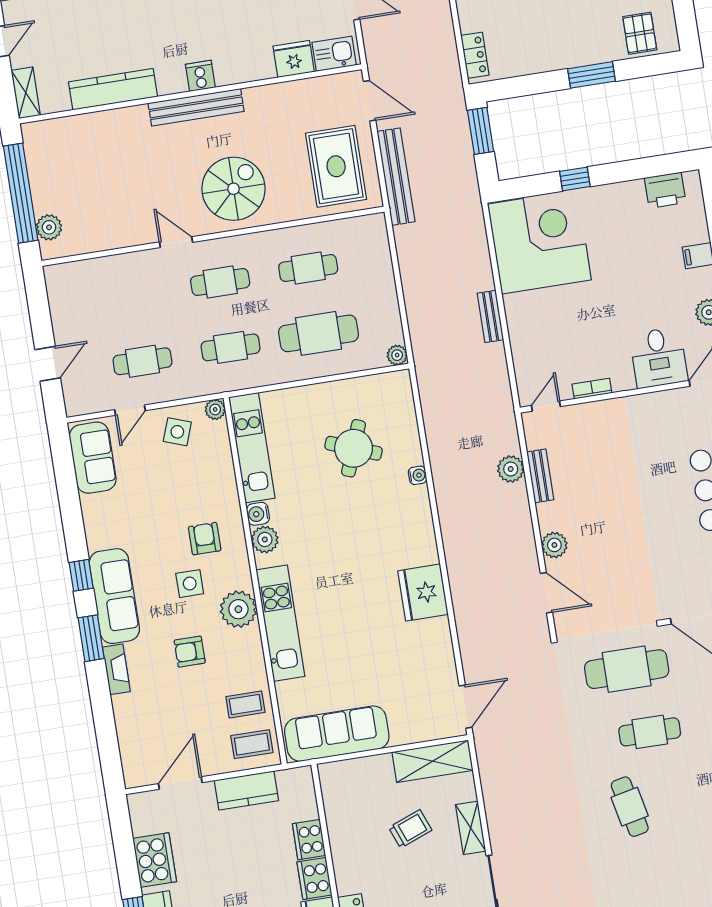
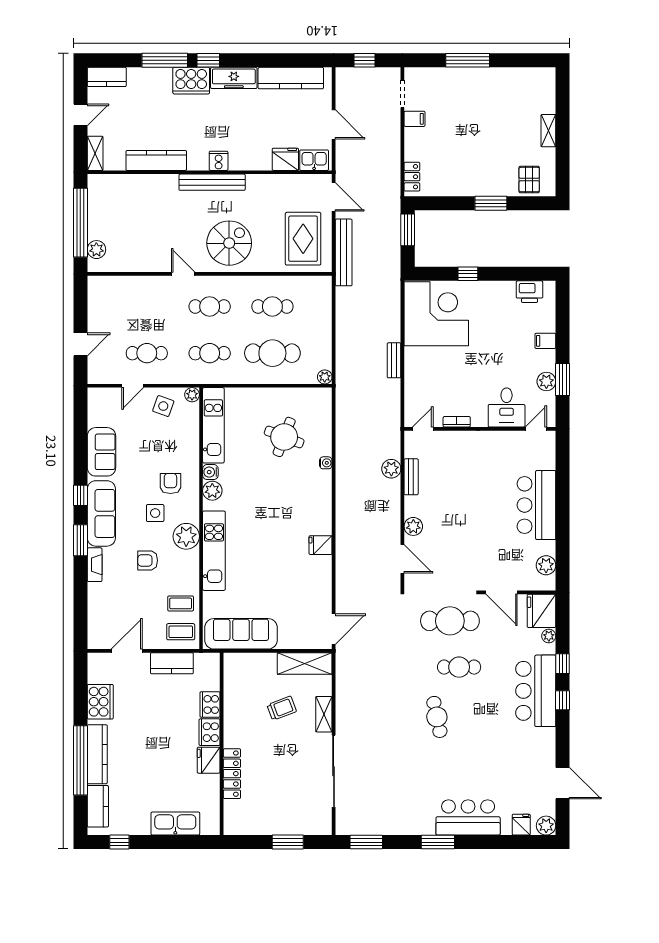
sofa: (93, 458) -> (101, 452), moved
fridge: (423, 593) -> (320, 545), width x0.53, depth x0.75

